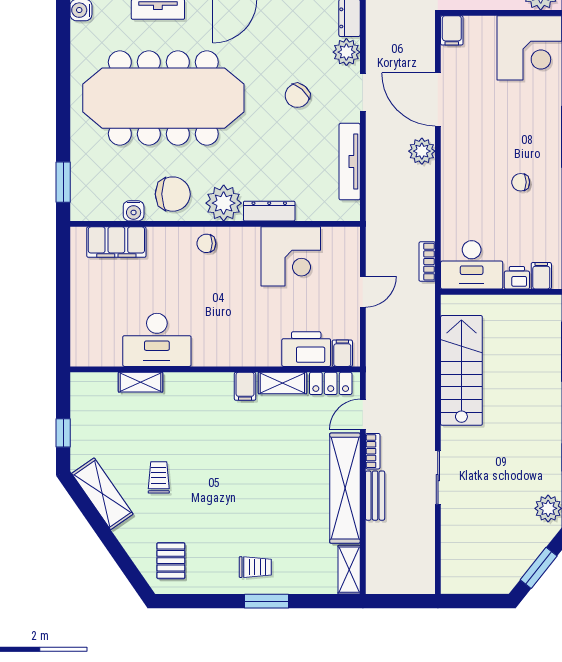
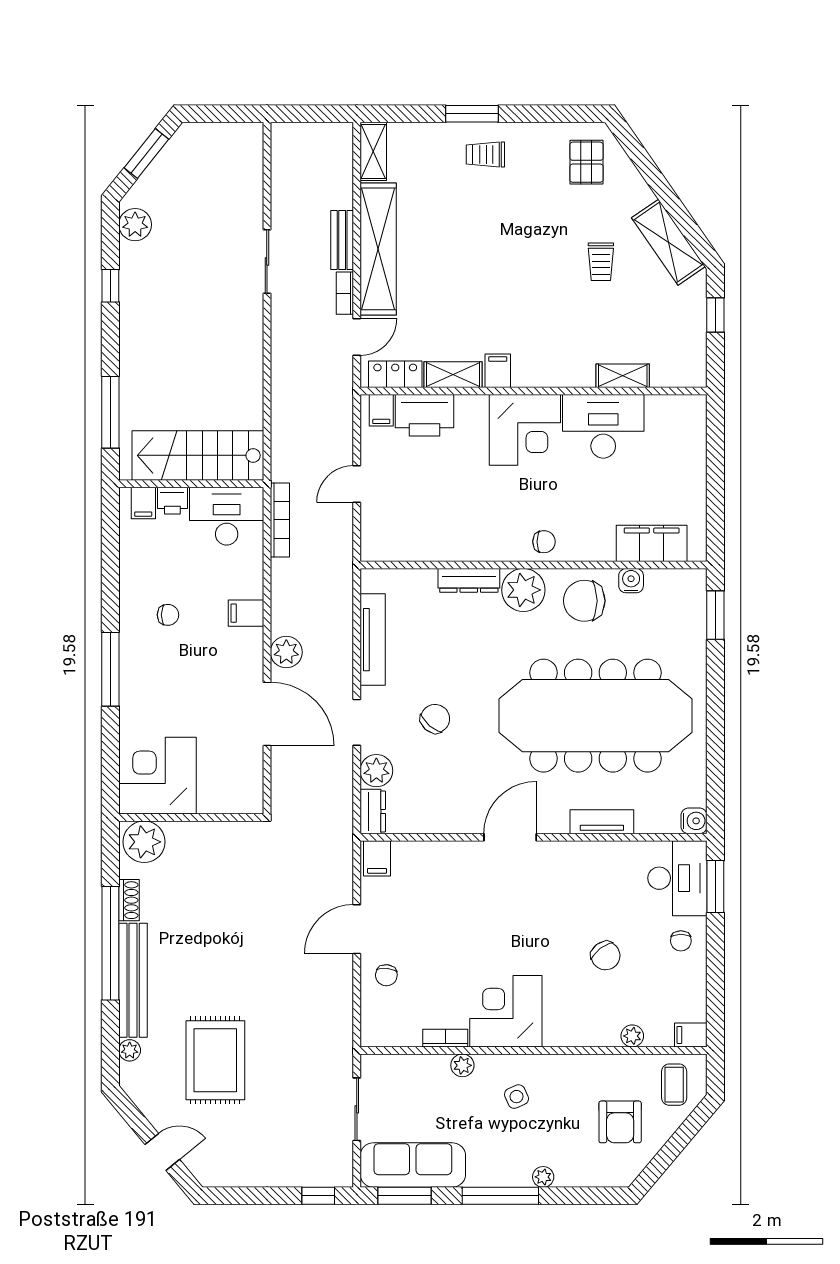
filing cabinet: (452, 30) -> (246, 613), moved, turned -90
corner desk: (291, 256) -> (525, 430), moved, turned 180
bookcase: (427, 262) -> (280, 520), width x1.56
stairs: (461, 370) -> (198, 455), moved, turned 90

